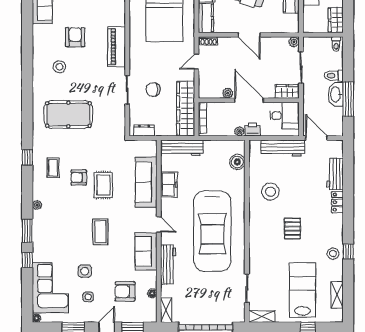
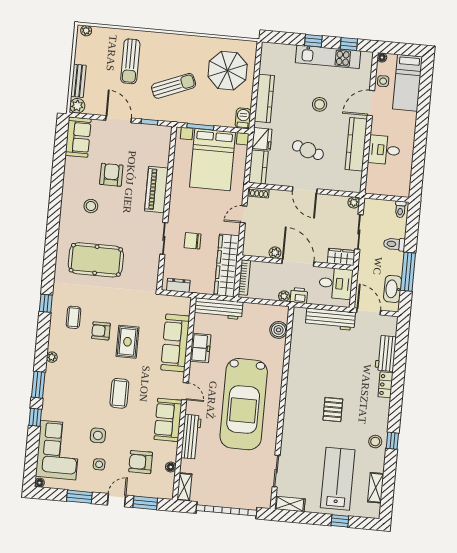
wardrobe: (336, 20) -> (402, 183), removed
washbasin: (336, 94) -> (393, 289), moved
stool: (270, 192) -> (312, 366), removed

